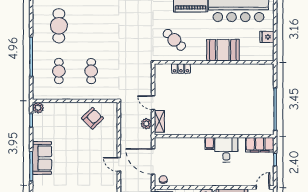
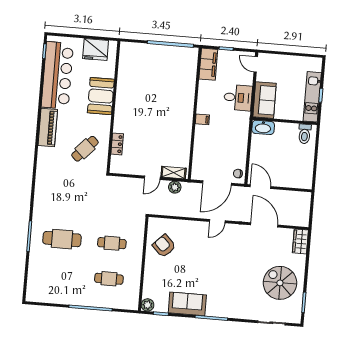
cafe table: (59, 26) -> (62, 239), moved
fridge: (267, 37) -> (96, 49), width x1.88, depth x1.34
desk: (226, 150) -> (238, 98), moved, turned 180
sofa: (42, 158) -> (187, 304), moved

